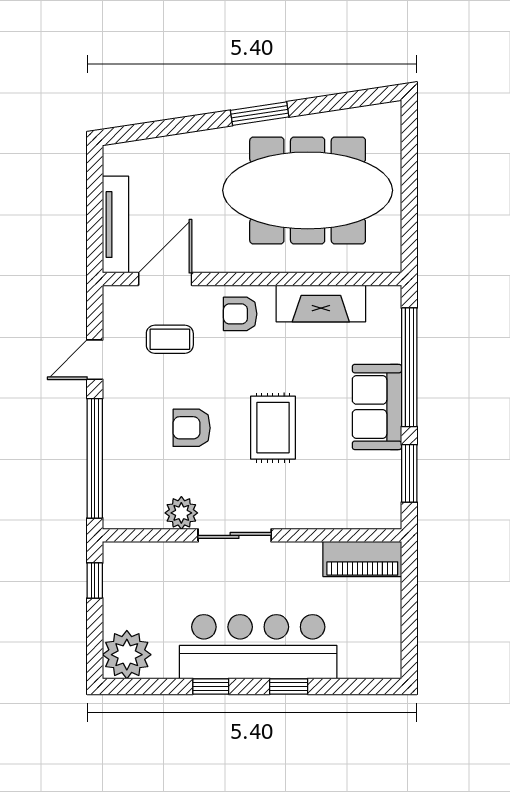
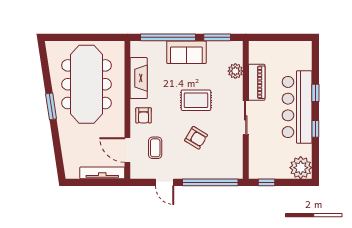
armchair: (192, 428) -> (196, 138), turned -59
plant: (181, 513) -> (235, 71), moved
piano: (362, 559) -> (257, 82), moved

